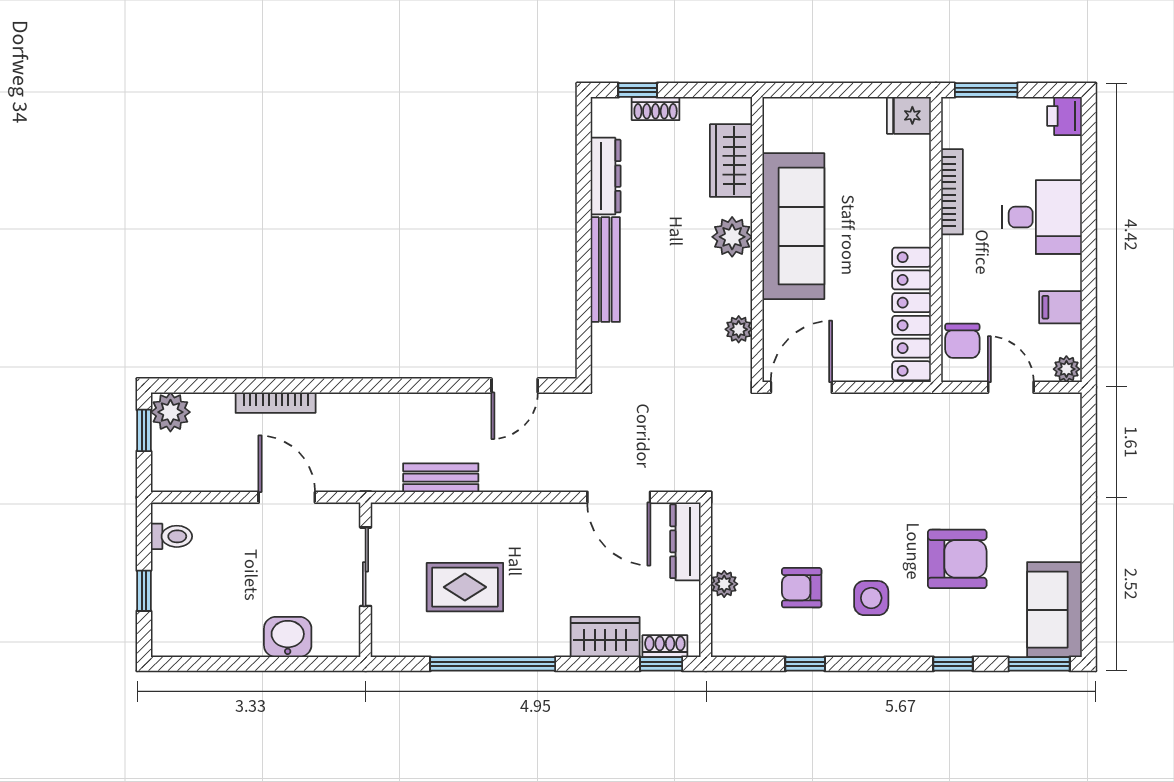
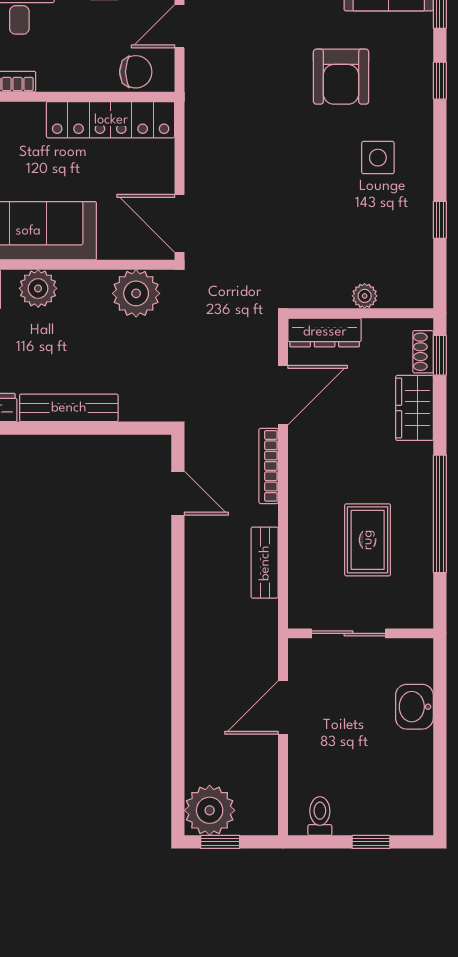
plant: (739, 329) -> (136, 293), width x1.87, depth x1.87
bookcase: (276, 403) -> (269, 466), moved, turned 180
plant: (170, 412) -> (210, 810), width x1.36, depth x1.36
armchair: (957, 559) -> (341, 77), turned 180
armchair: (802, 588) -> (368, 223), removed

